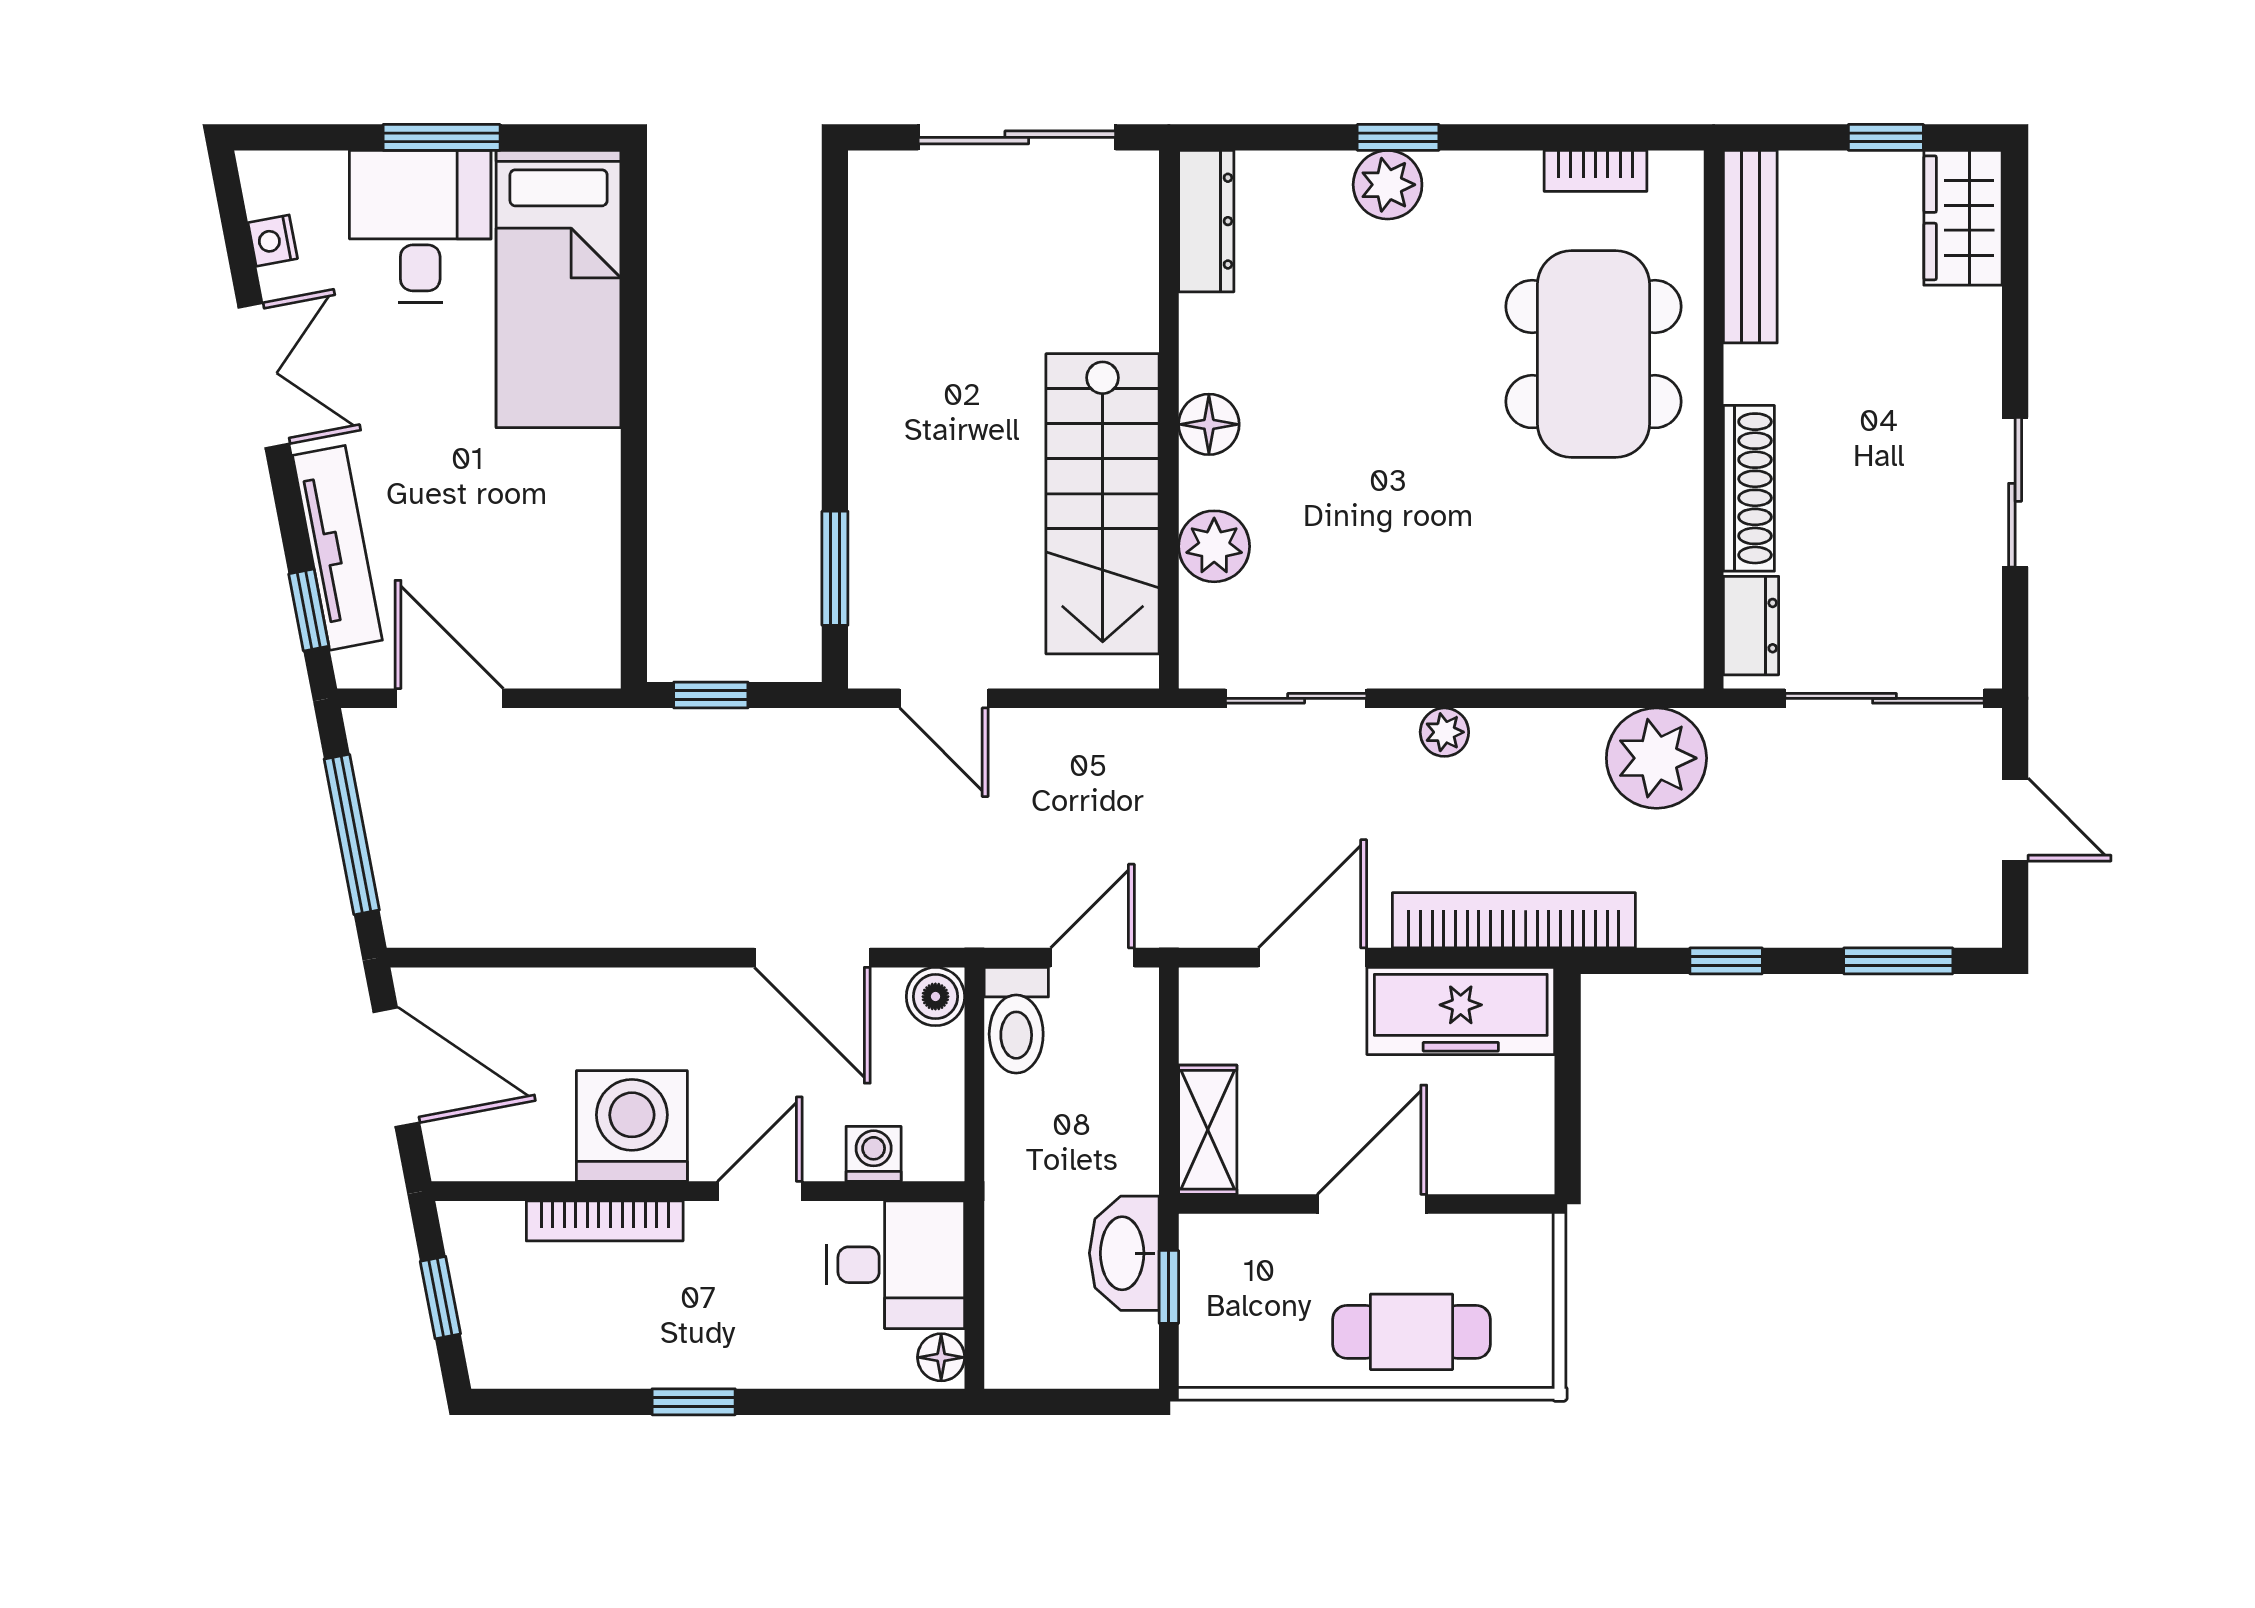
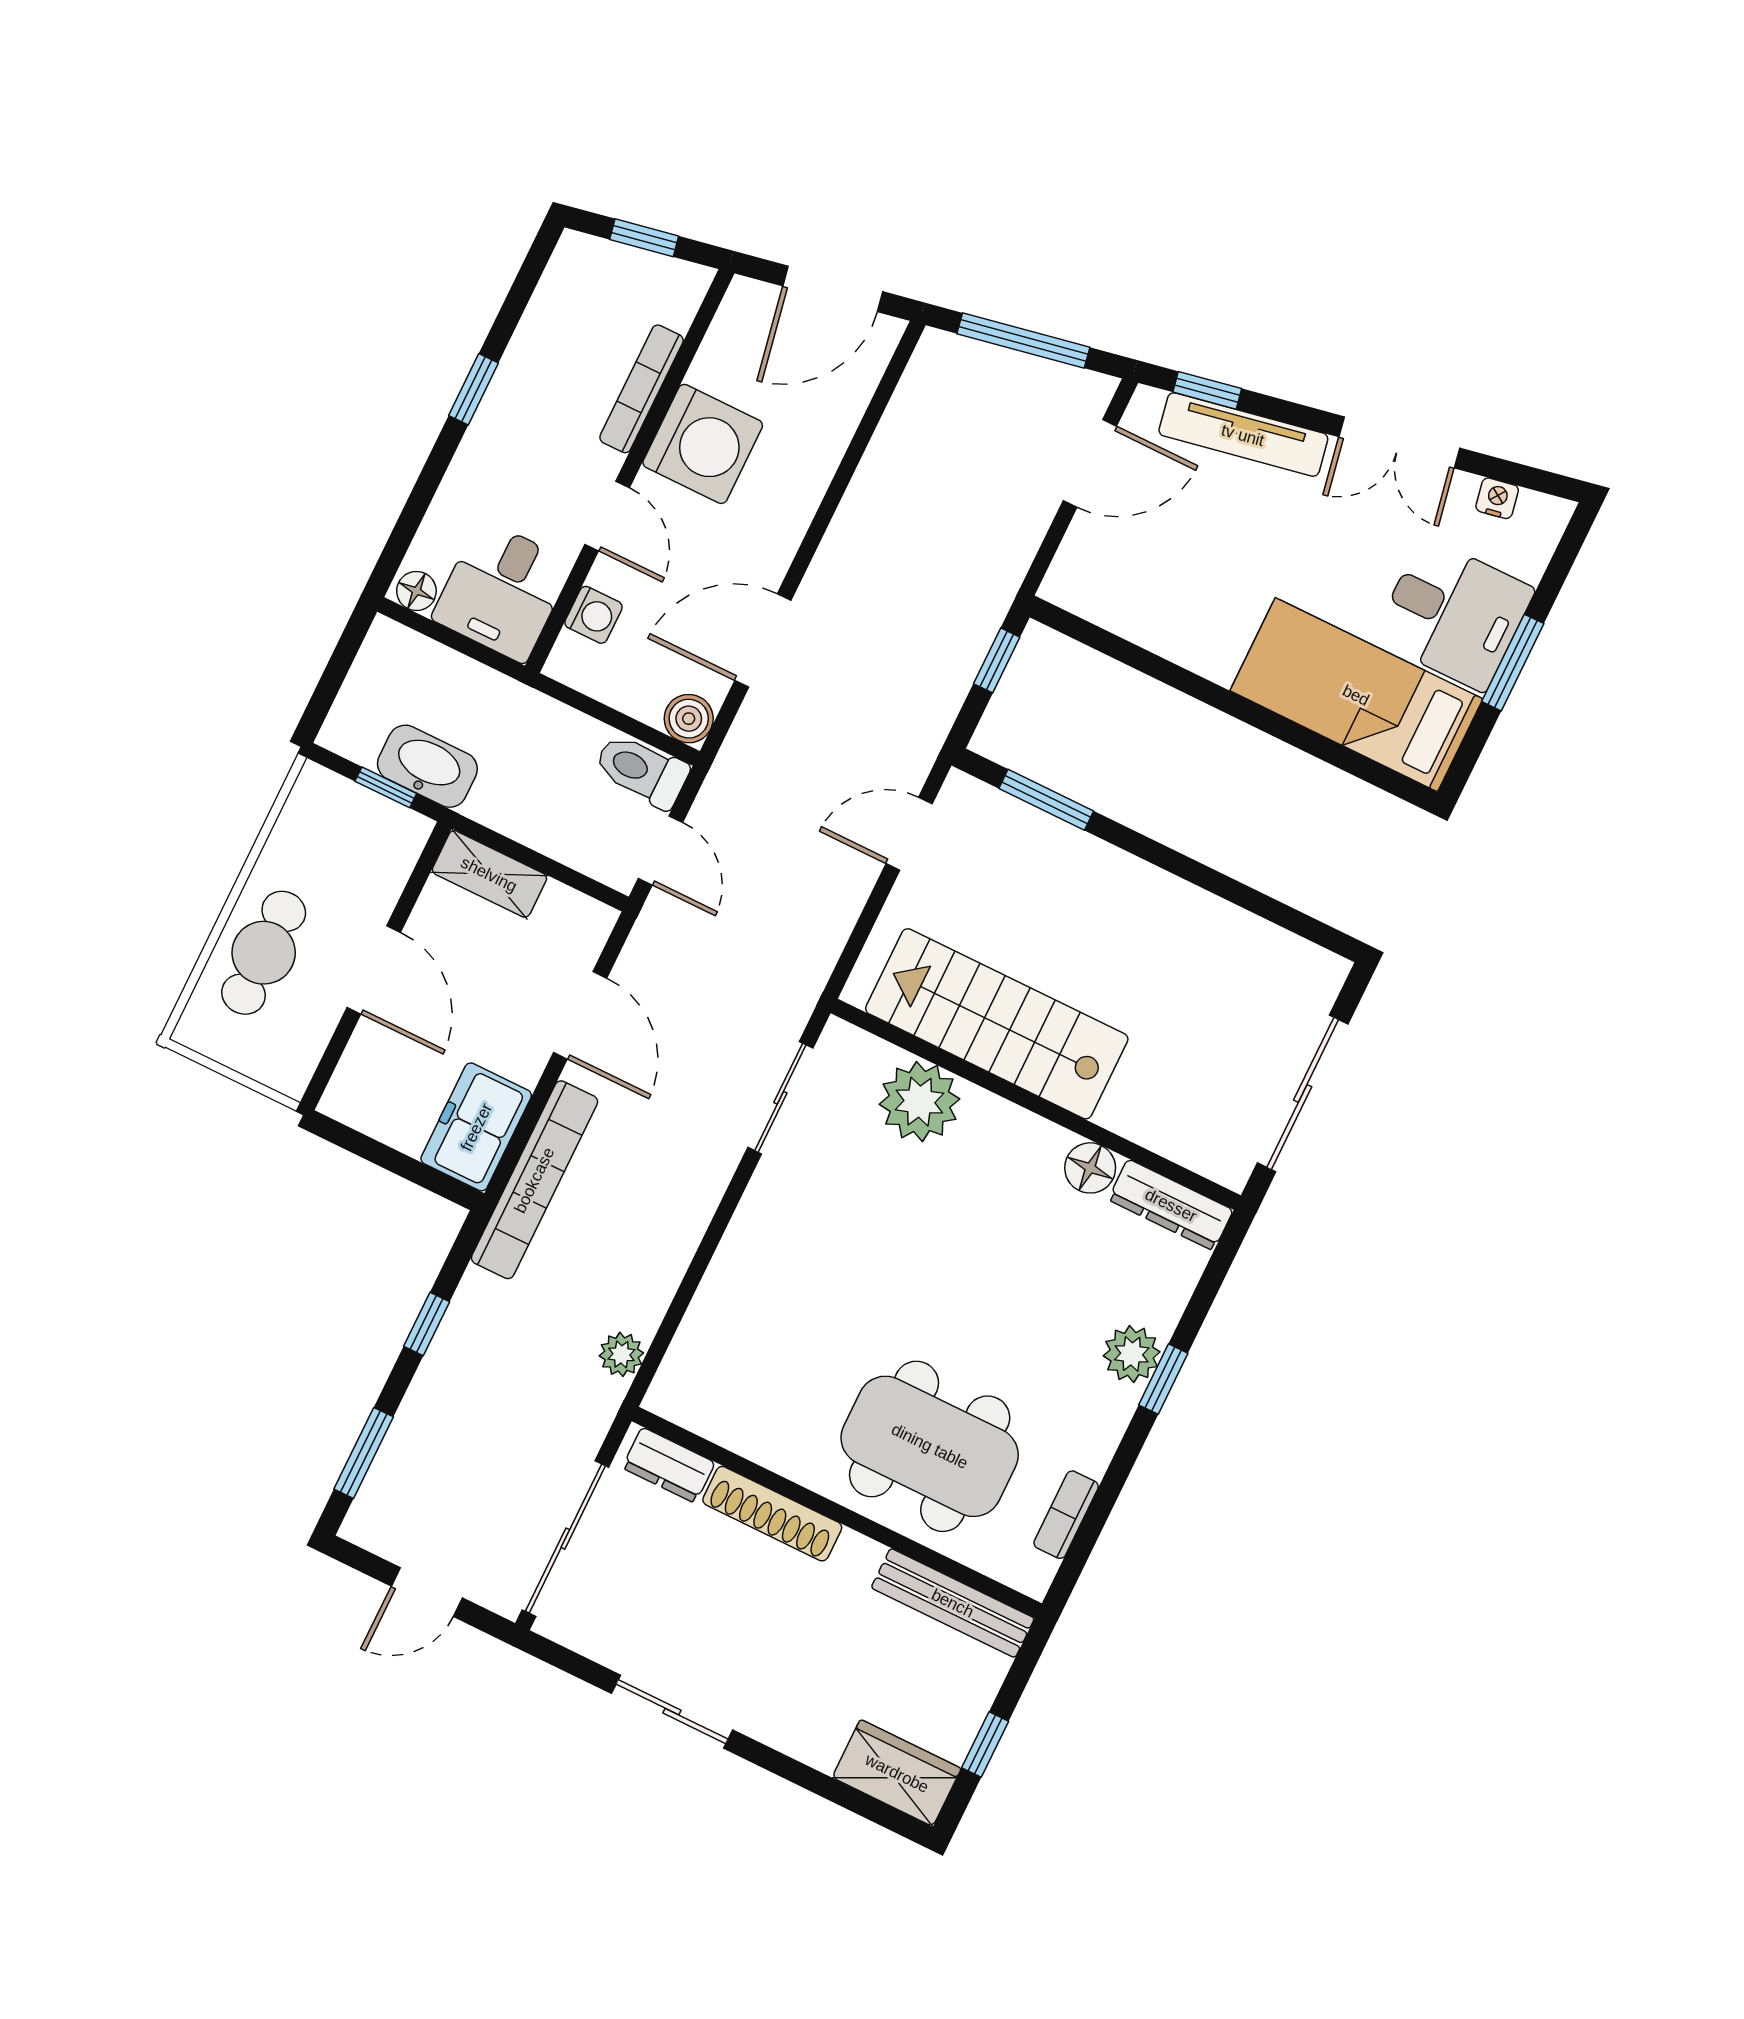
floor lamp: (1209, 424) -> (1090, 1168), moved
plant: (1214, 546) -> (919, 1102), width x1.36, depth x1.36
plant: (1444, 732) -> (701, 1196), removed
plant: (1656, 758) -> (621, 1354), width x0.53, depth x0.53
freezer: (1461, 1011) -> (476, 1127), width x0.71

